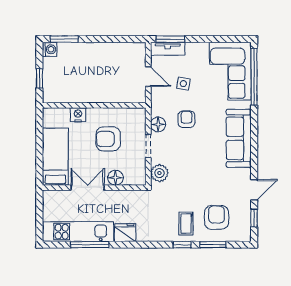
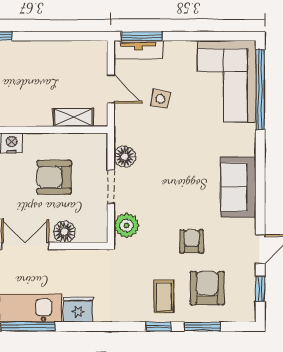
shelving: (122, 97) -> (73, 117), added
armchair: (186, 119) -> (192, 241), moved
sofa: (239, 138) -> (238, 187), width x0.73

